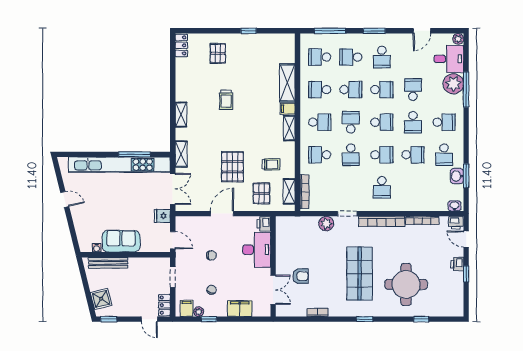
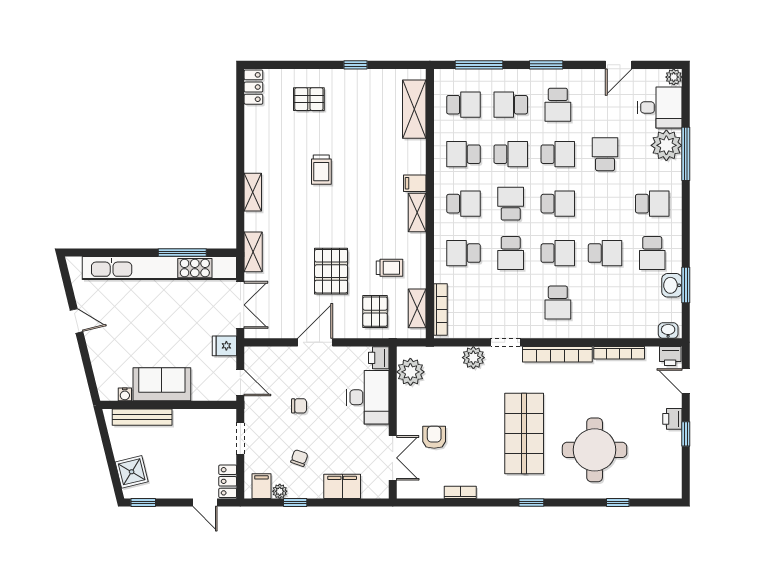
pallet: (218, 53) -> (309, 99), turned 90
school desk: (320, 57) -> (463, 105), turned 180
shelving: (287, 83) -> (414, 109), moved
school desk: (413, 122) -> (605, 204), removed
plant: (285, 233) -> (410, 372), added
armchair: (300, 276) -> (434, 437), turned -90

